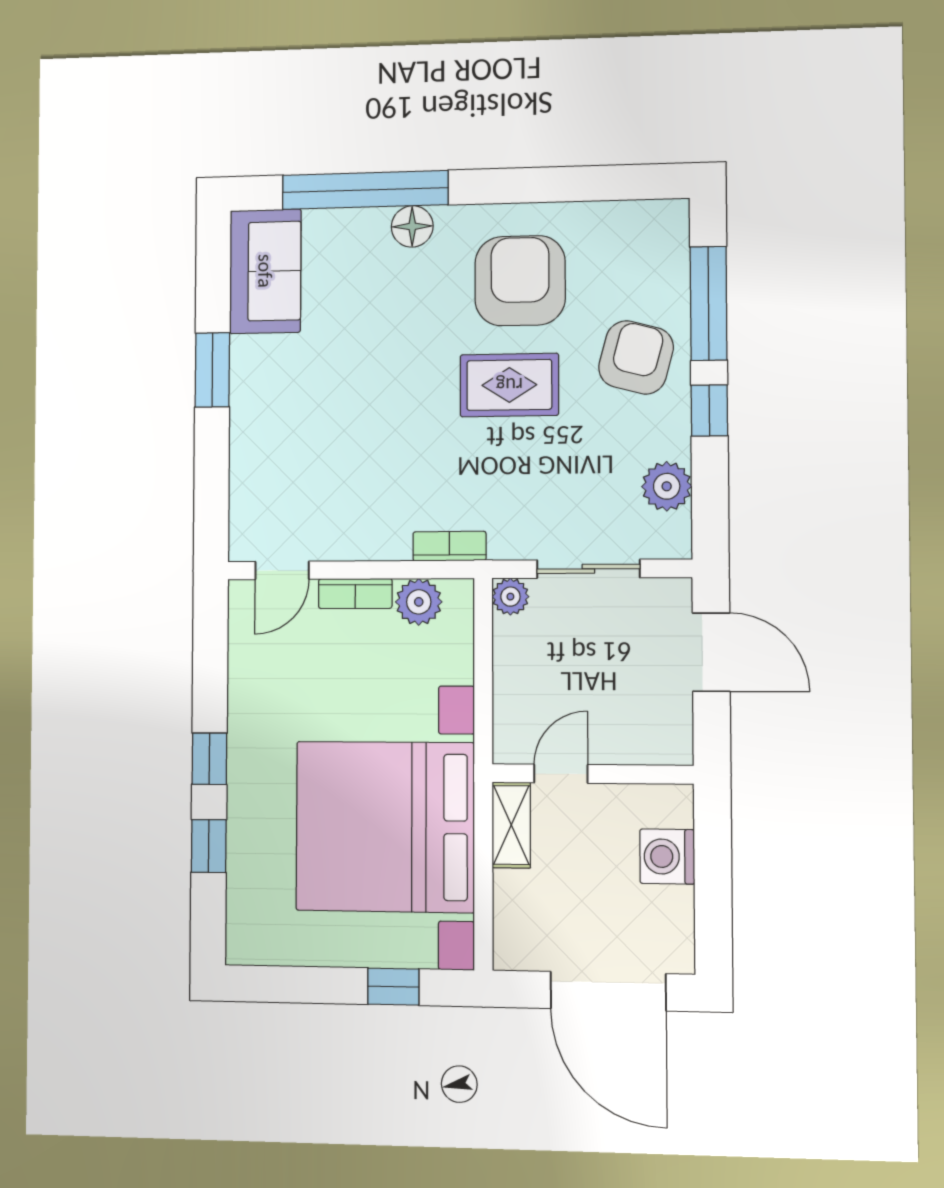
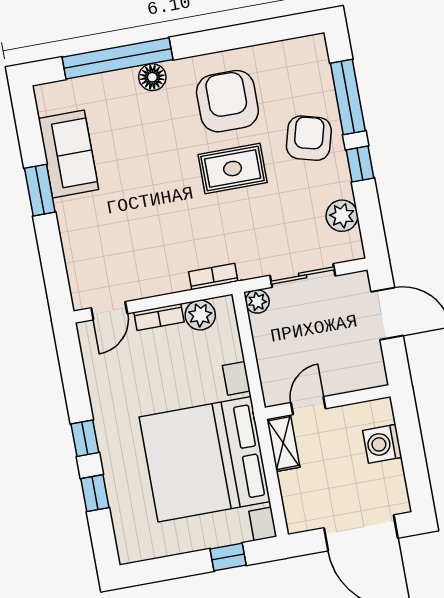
sofa: (265, 271) -> (68, 154), moved

